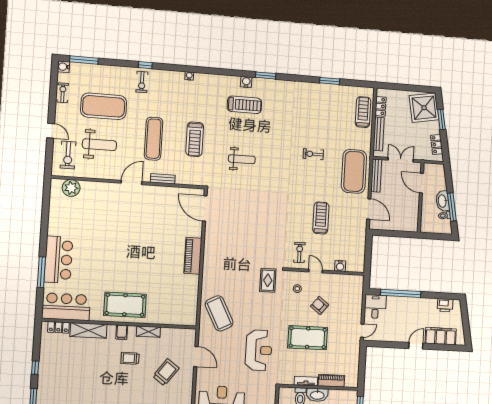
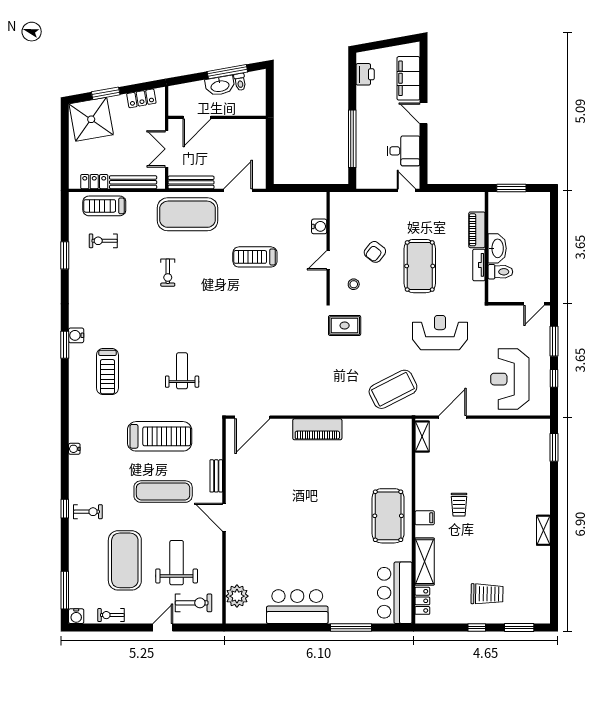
water cooler: (246, 82) -> (76, 335), moved
treadmill: (244, 105) -> (107, 371), turned 180
treadmill: (195, 139) -> (160, 436), width x1.37, depth x1.38
exercise bike: (299, 253) -> (103, 241), moved
bar counter: (58, 260) -> (297, 607), moved
desk: (375, 307) -> (404, 151), moved, turned 180
shelving: (148, 332) -> (422, 437), moved
trolley: (166, 372) -> (487, 594), moved, turned 144

